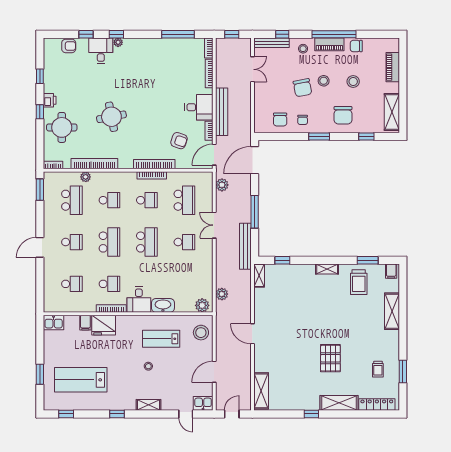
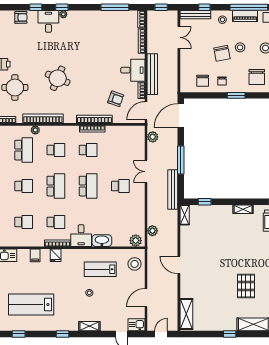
round table: (111, 117) -> (58, 78), turned 34
school desk: (184, 200) -> (120, 150), removed
fridge: (104, 325) -> (56, 255), width x0.53, depth x0.75

